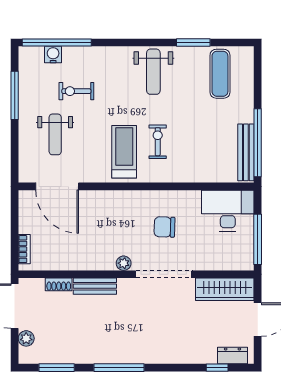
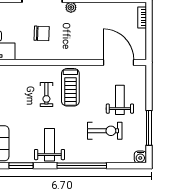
window: (57, 42) -> (82, 166), moved
water cooler: (53, 55) -> (140, 157), moved
exercise bike: (76, 91) -> (105, 131), width x1.38, depth x1.39

